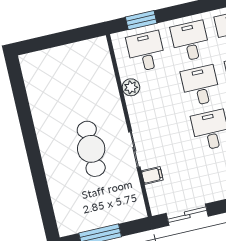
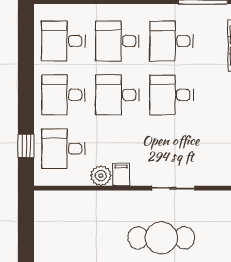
window: (141, 20) -> (26, 146), width x0.67
filing cabinet: (152, 175) -> (121, 174), moved

